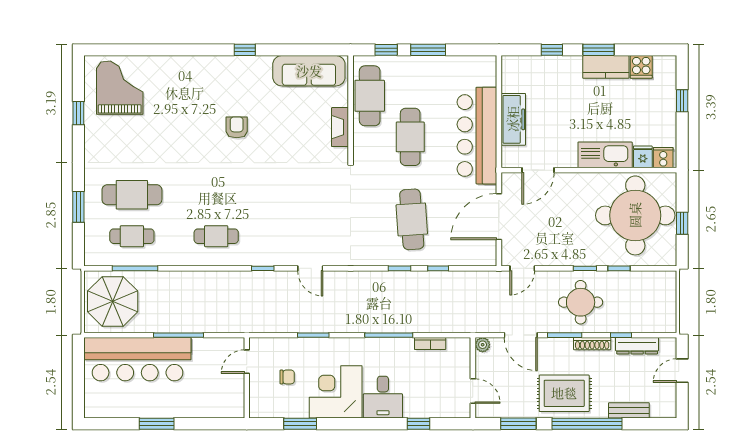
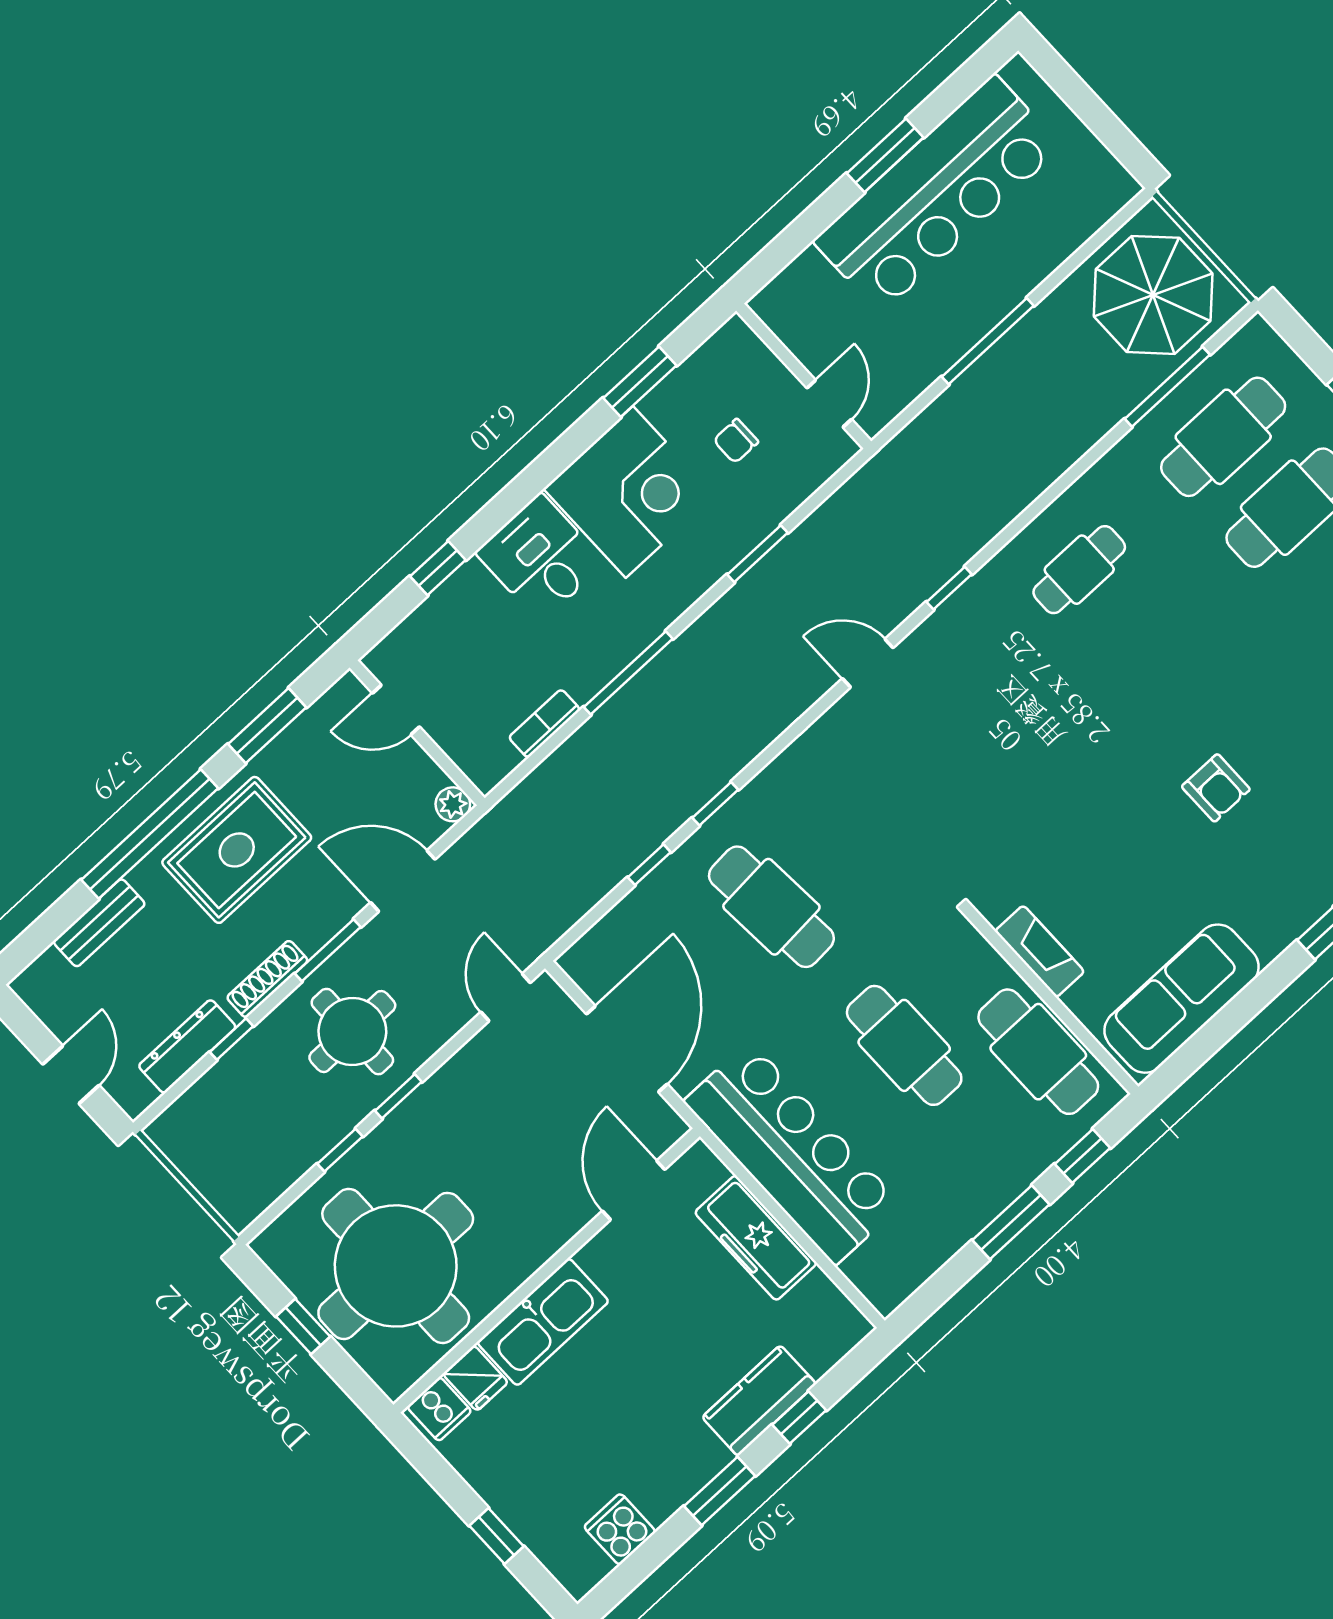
kitchen counter: (606, 67) -> (759, 1401), moved
cafe table: (132, 236) -> (1223, 437), width x1.37, depth x1.35
bar counter: (137, 359) -> (937, 194), moved, turned 180

